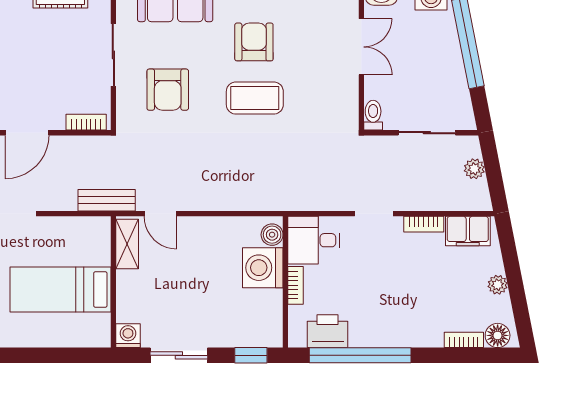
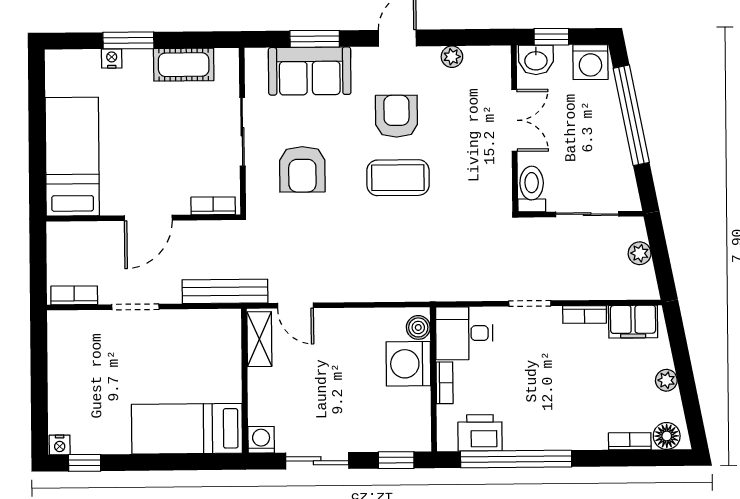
toilet: (373, 115) -> (532, 189), width x1.37, depth x1.39
bench: (107, 200) -> (225, 291), width x1.36
bed: (60, 290) -> (187, 429), moved

